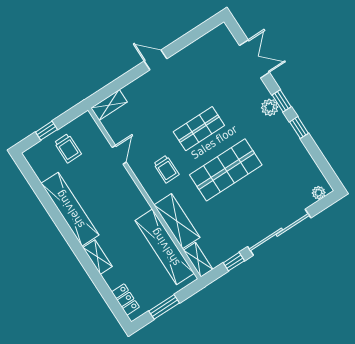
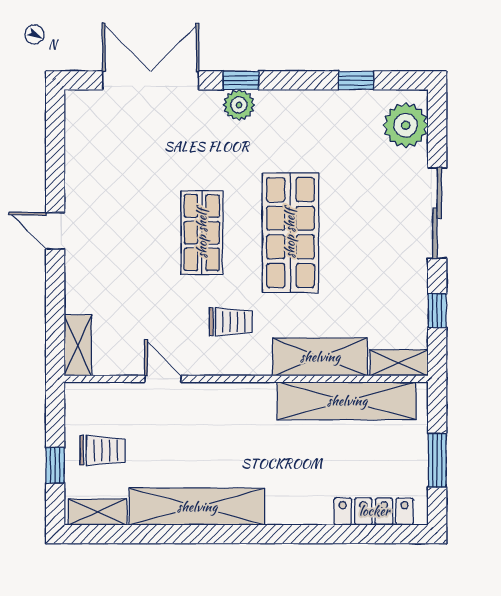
double door: (254, 59) -> (151, 80), width x1.37
door: (156, 60) -> (55, 231), hinge flipped
window: (299, 128) -> (356, 80), moved
plant: (319, 193) -> (406, 125), width x1.87, depth x1.87
sliding door: (279, 232) -> (437, 213), width x0.73
shelving: (98, 257) -> (98, 512), moved
locker: (125, 299) -> (374, 511), width x1.53

